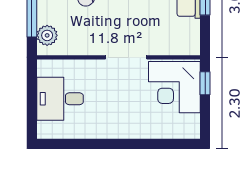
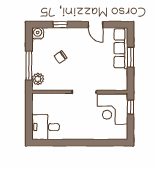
desk: (60, 99) -> (45, 127), moved

